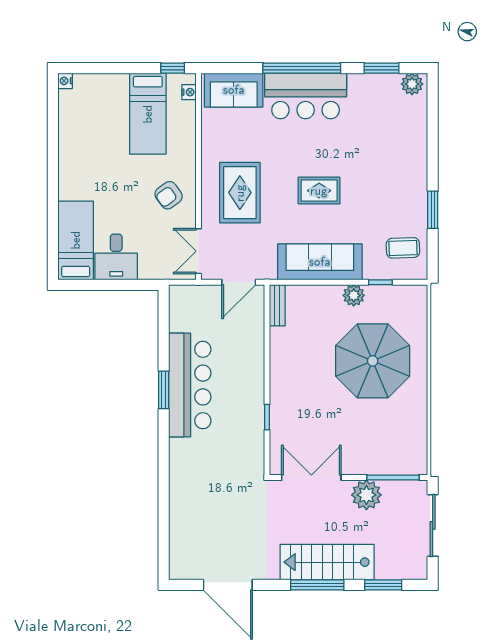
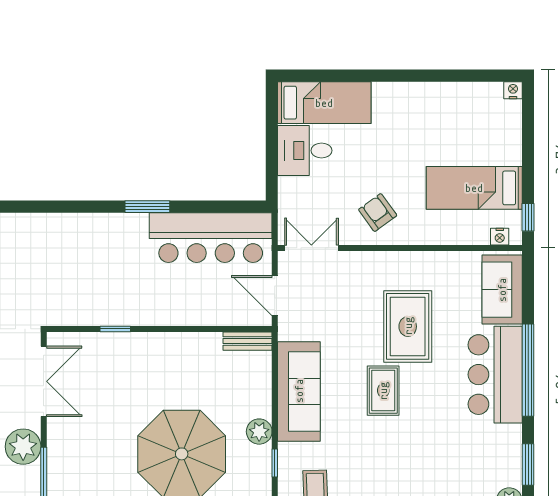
rug: (240, 193) -> (408, 326), moved, turned 90
bar counter: (190, 385) -> (211, 238), moved

